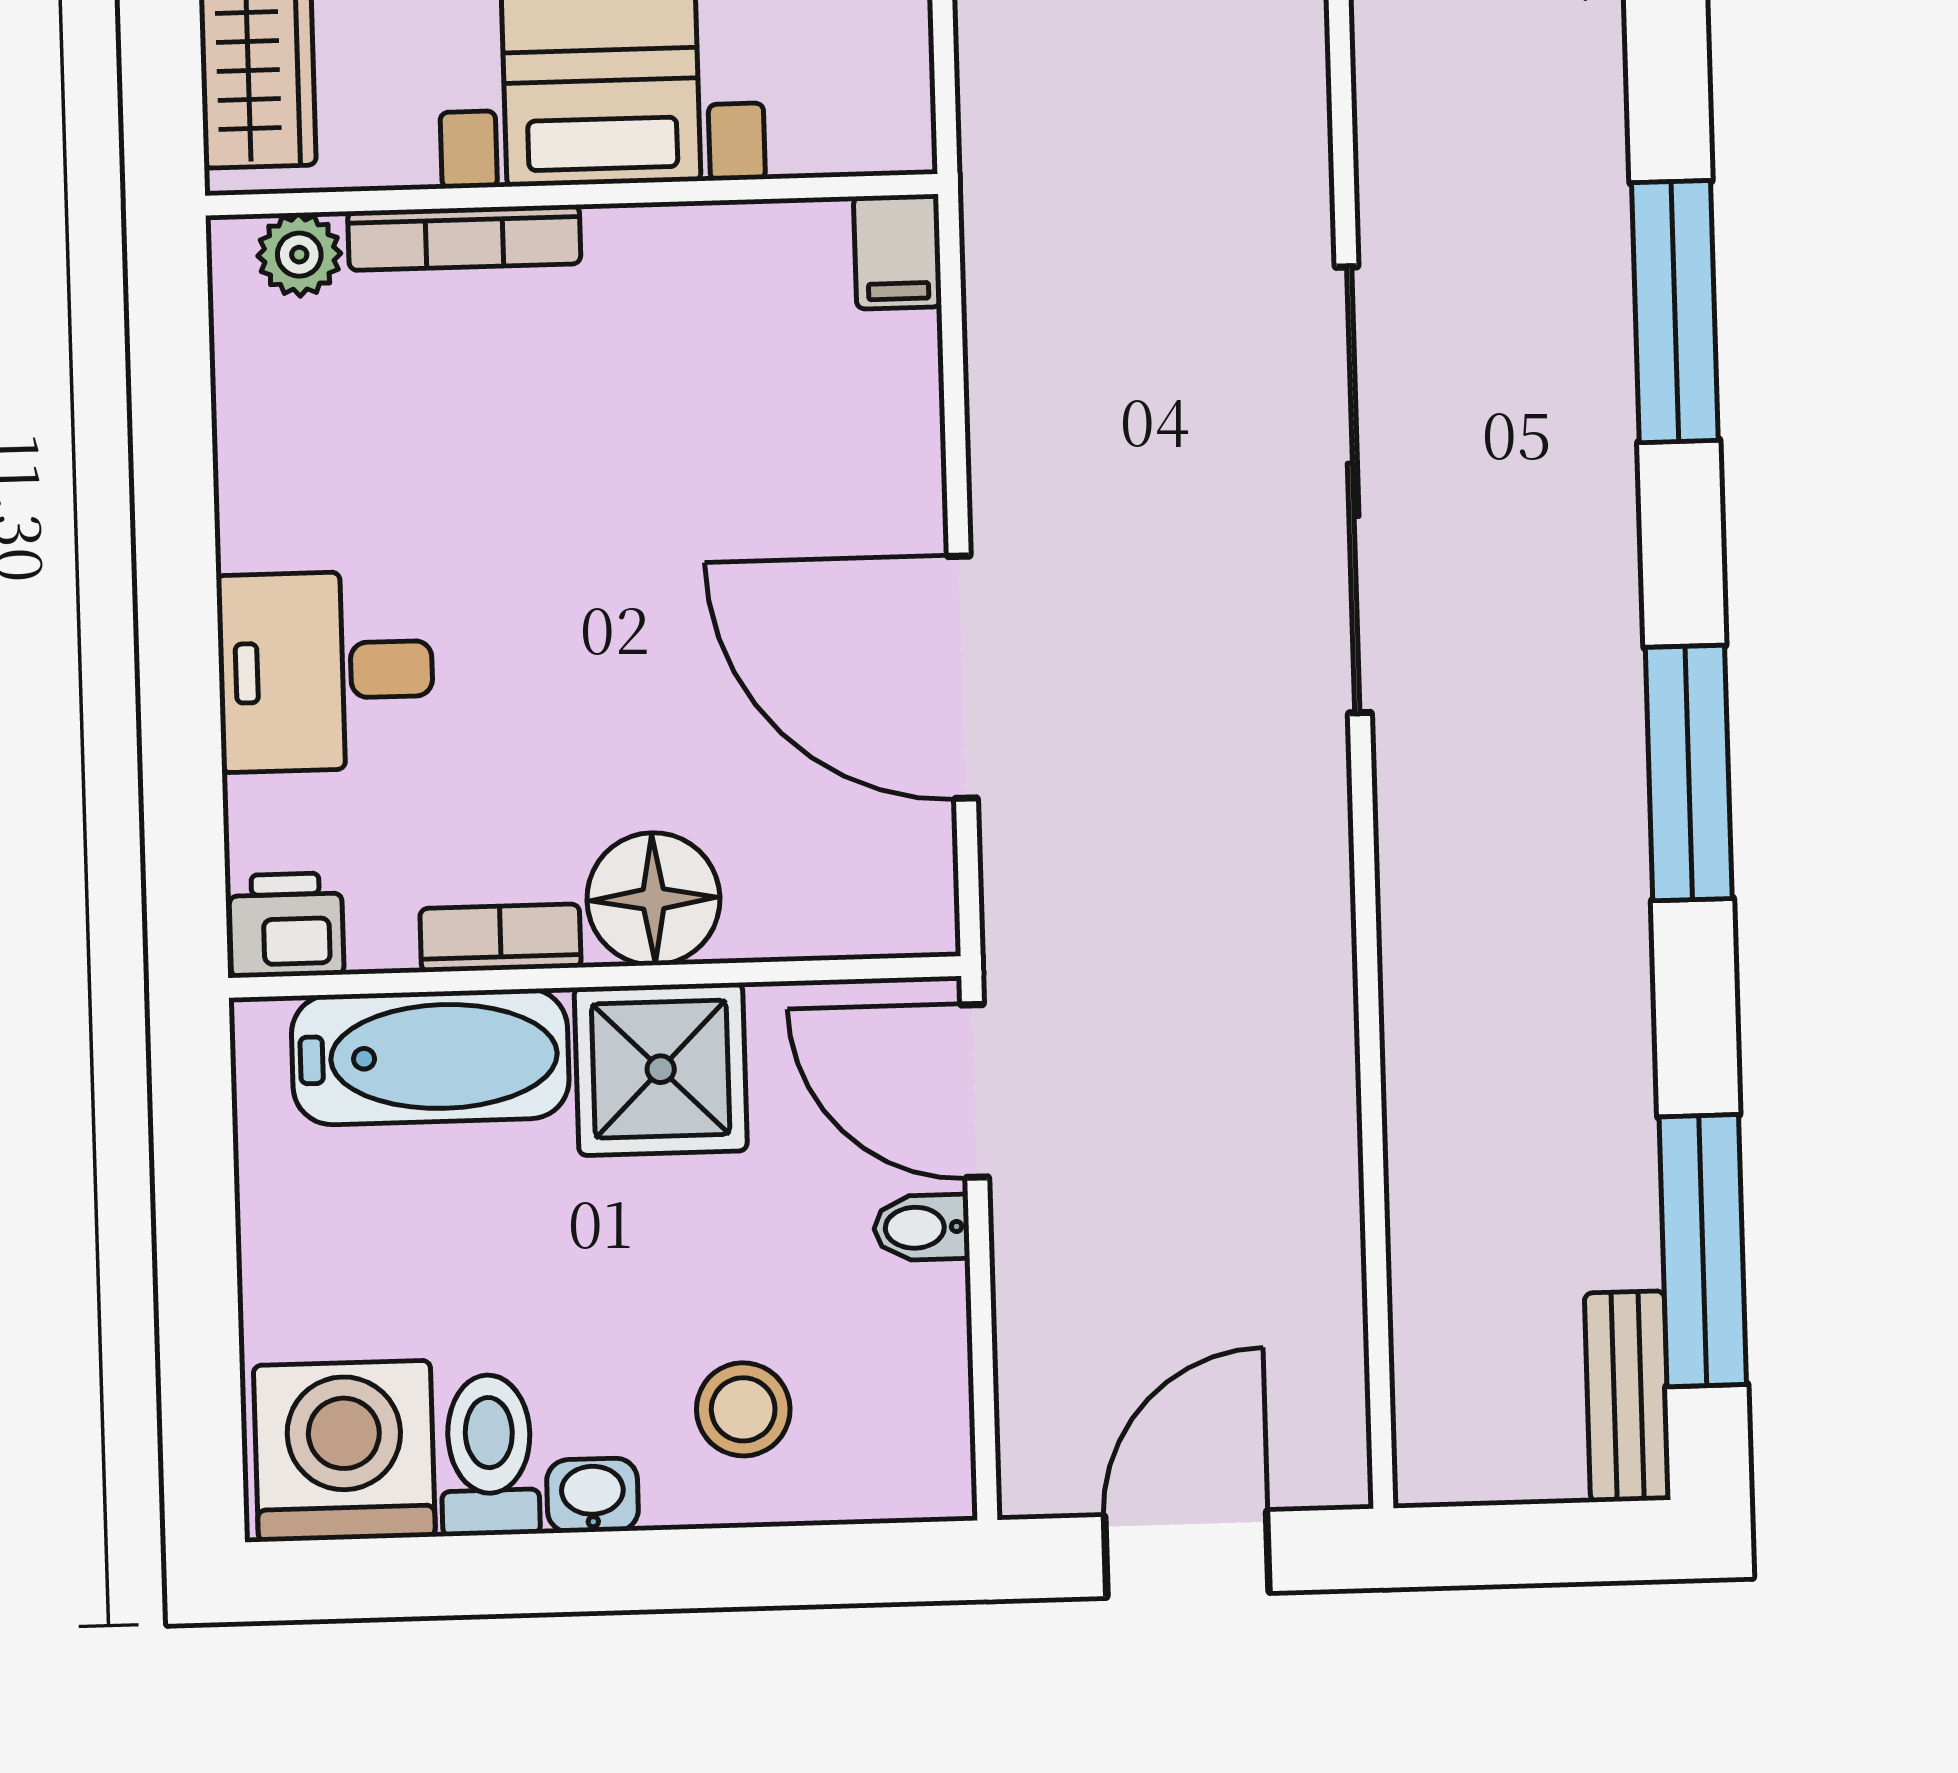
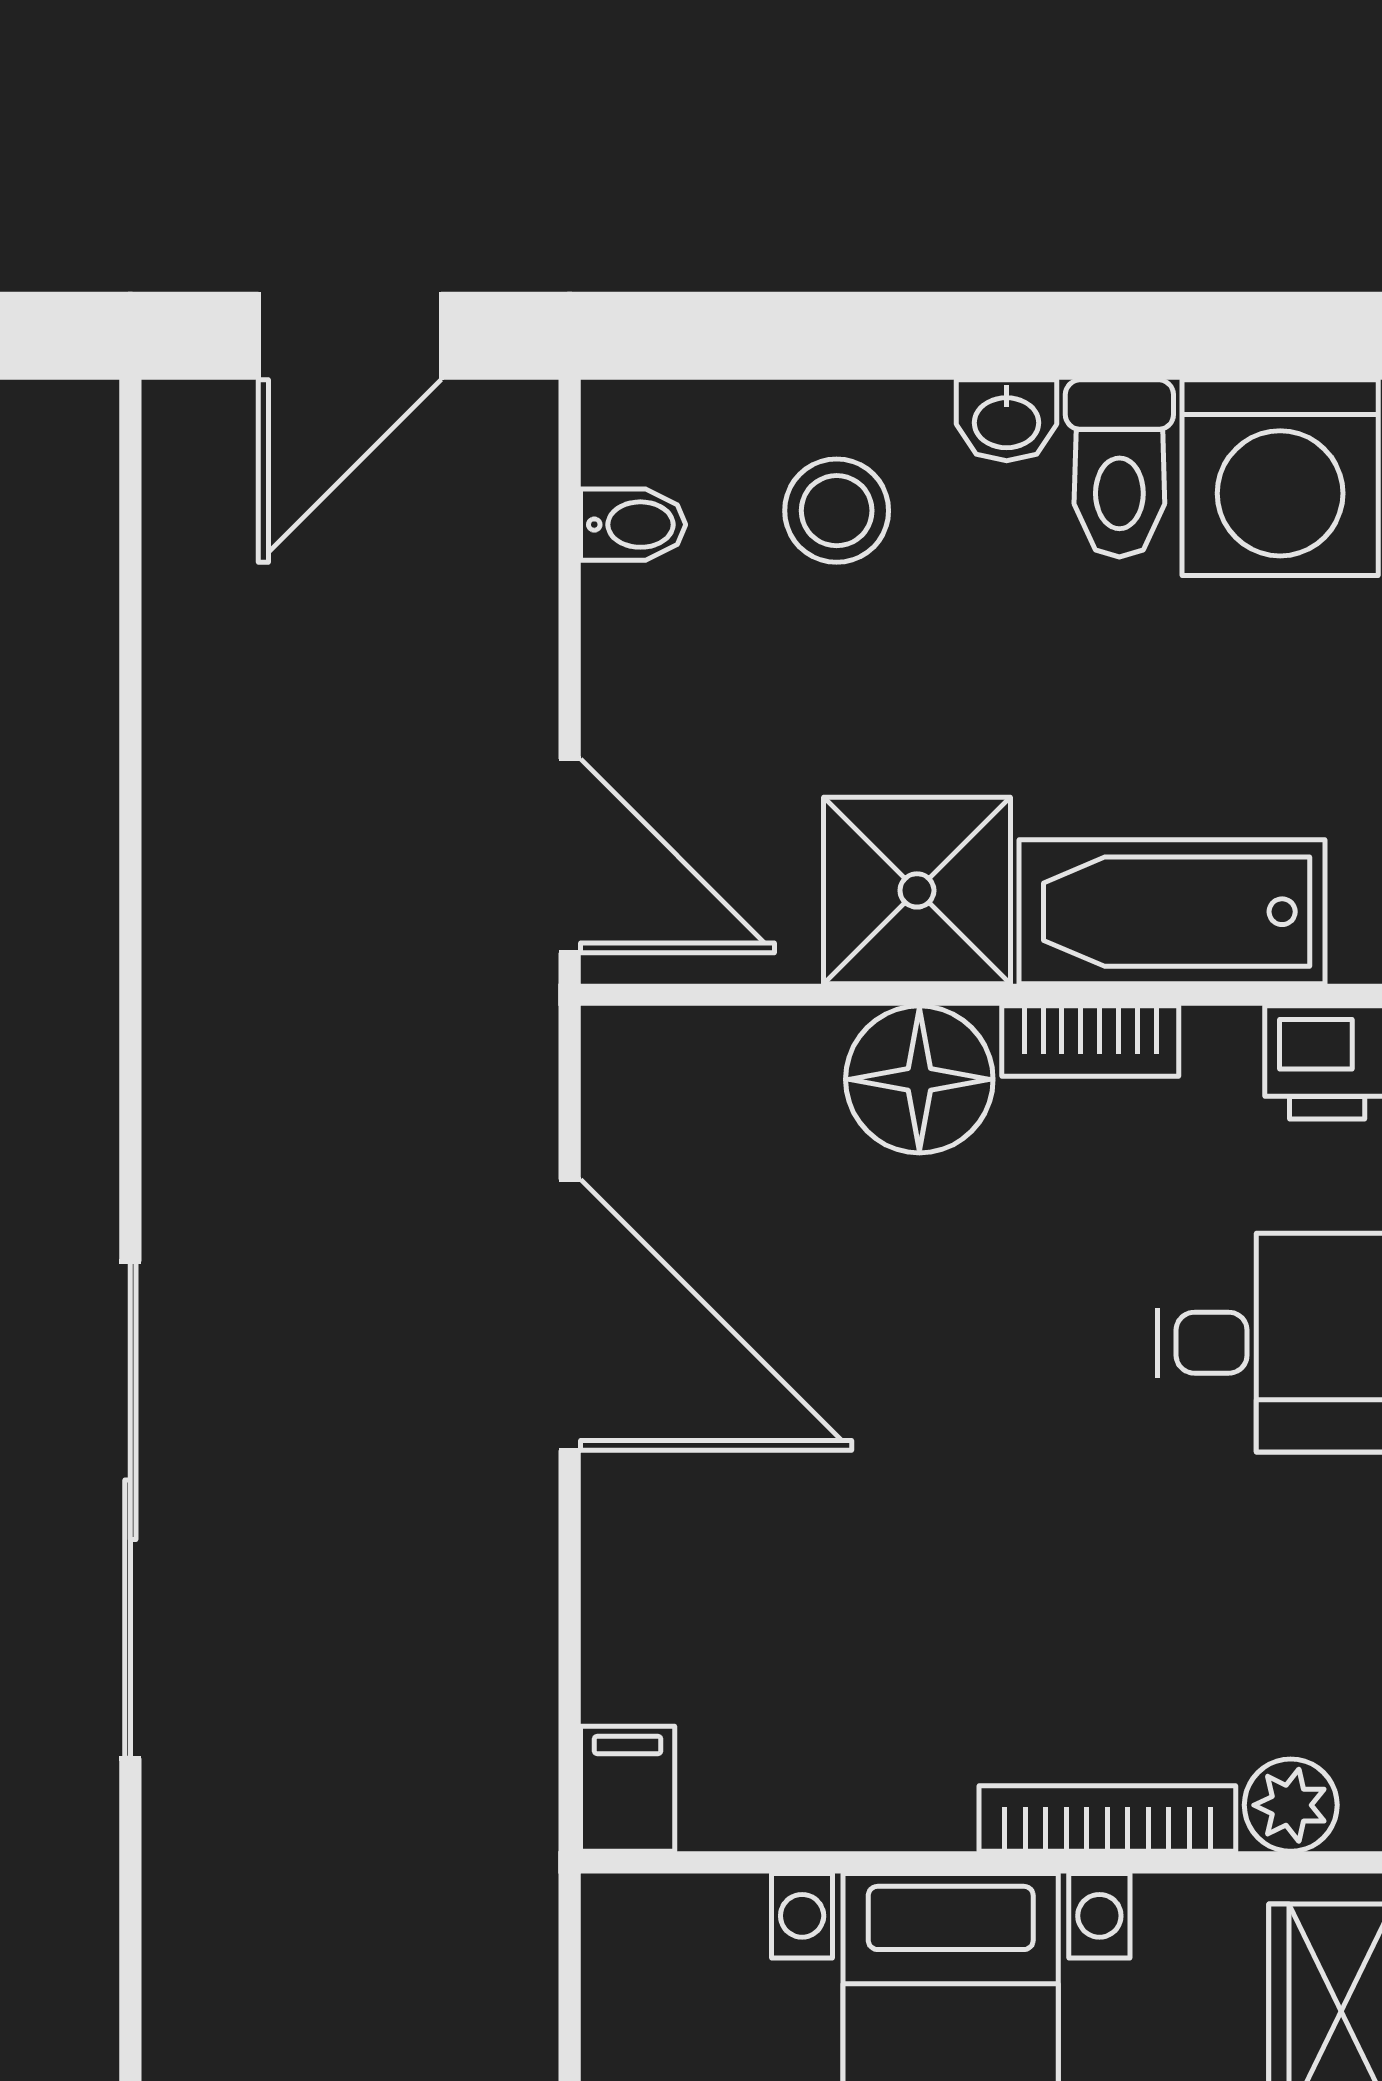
bidet: (921, 1228) -> (633, 525), moved

